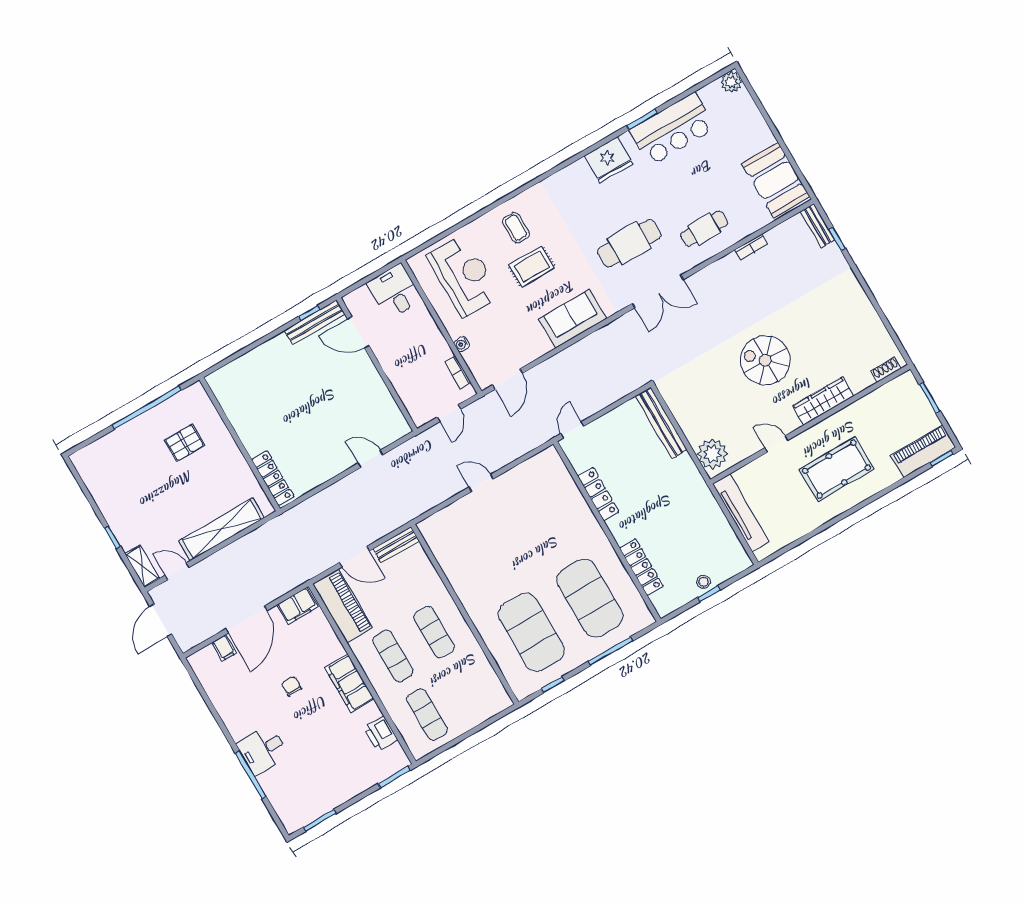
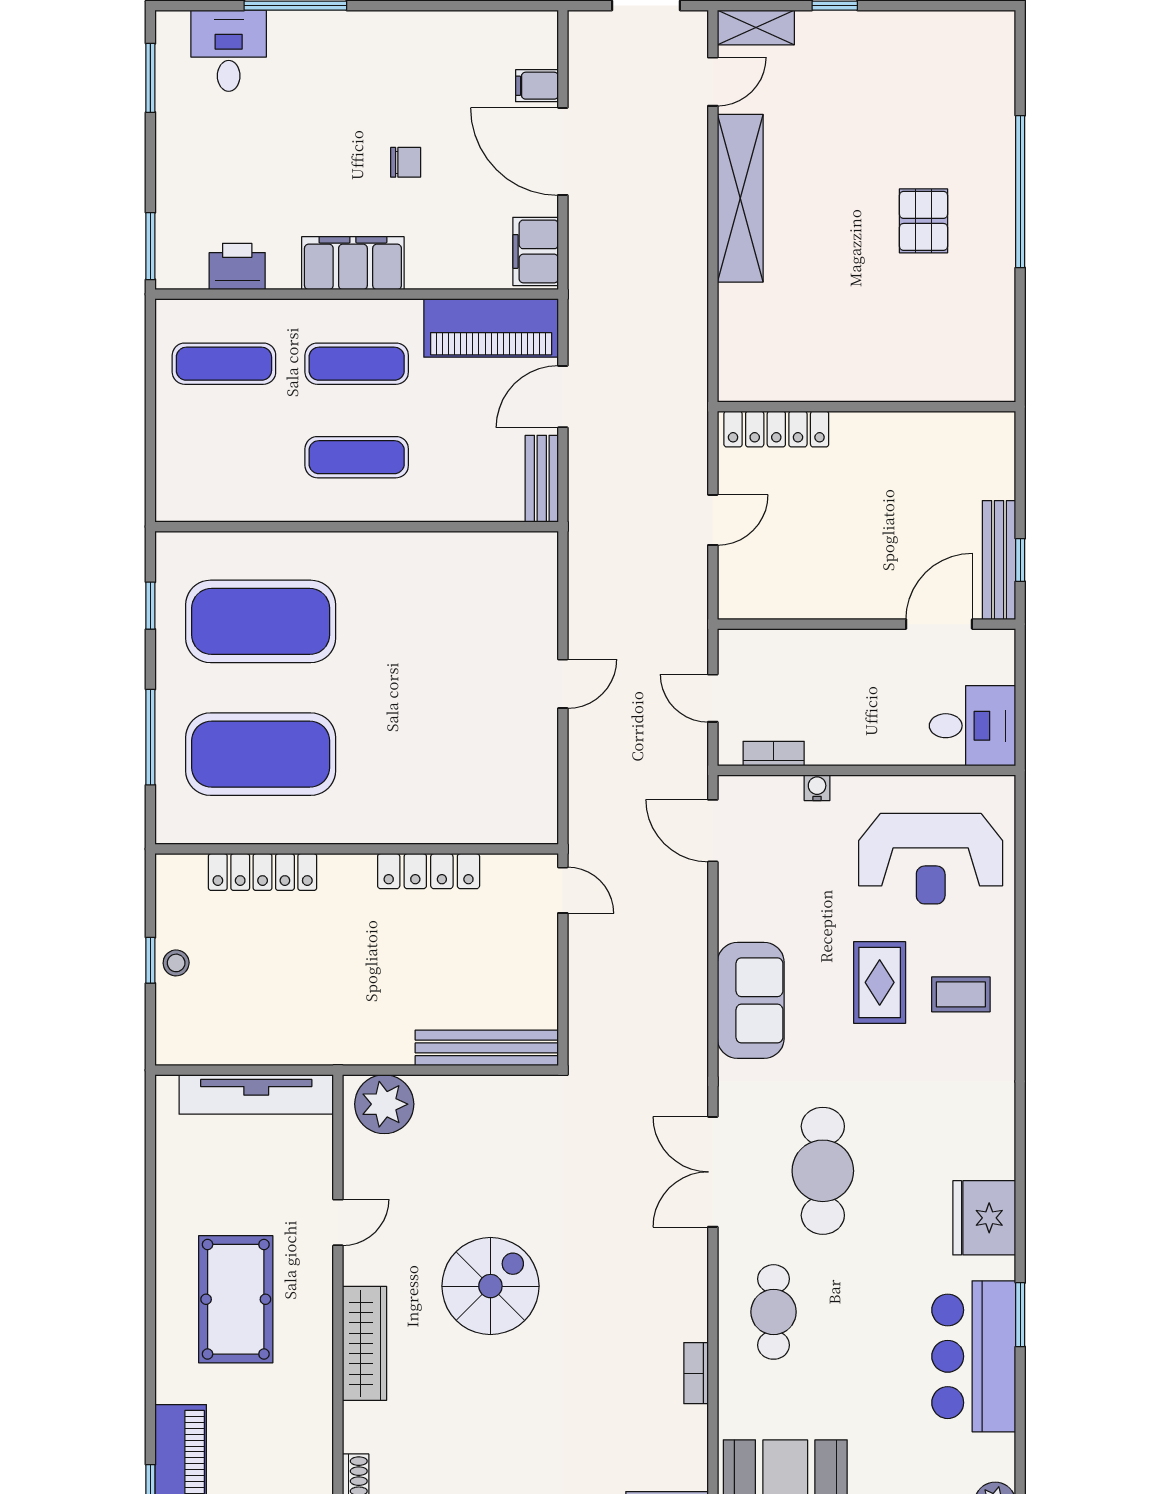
wall: (240, 444) -> (866, 407), moved
locker: (273, 478) -> (776, 429), moved
desk: (263, 750) -> (229, 51), moved

